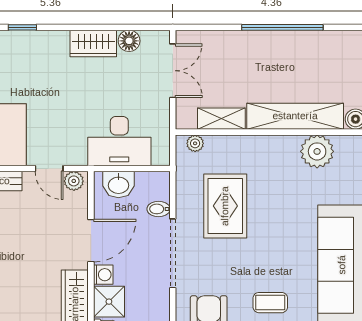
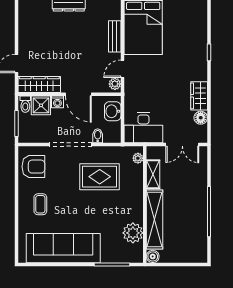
desk: (119, 141) -> (143, 128), moved, turned -90

